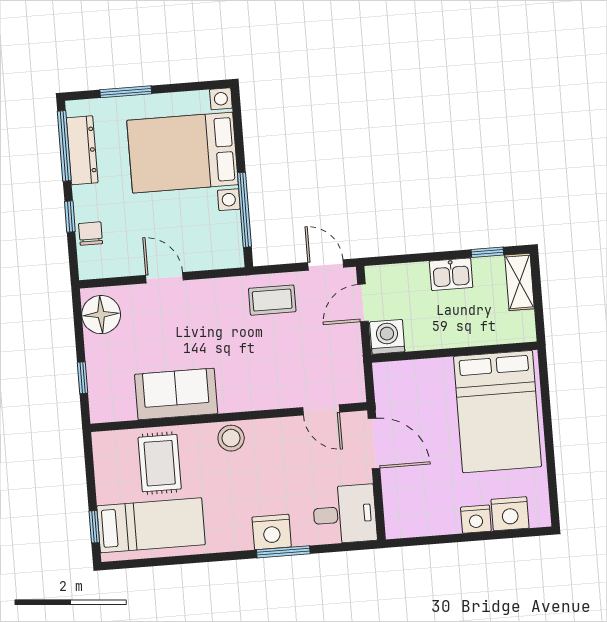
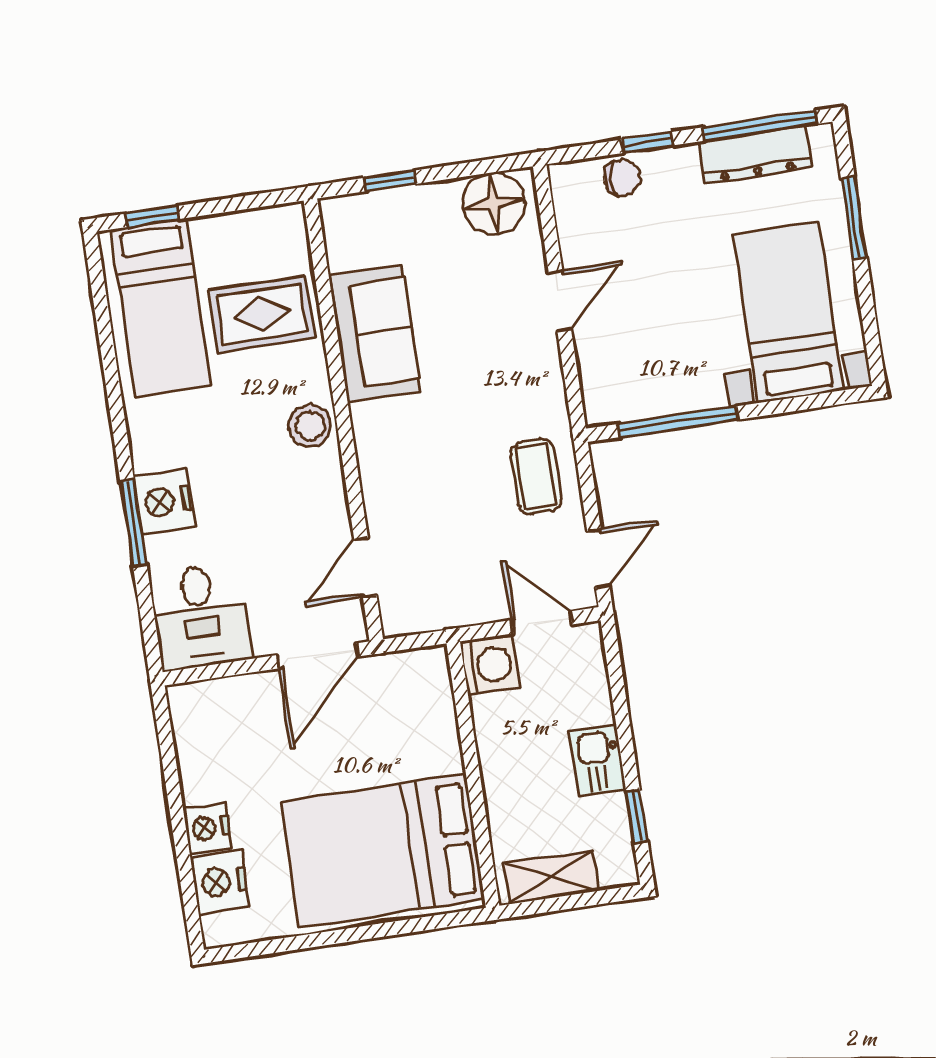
bed with nightstands: (183, 153) -> (788, 312), width x0.73
shelving: (520, 282) -> (552, 877), moved

